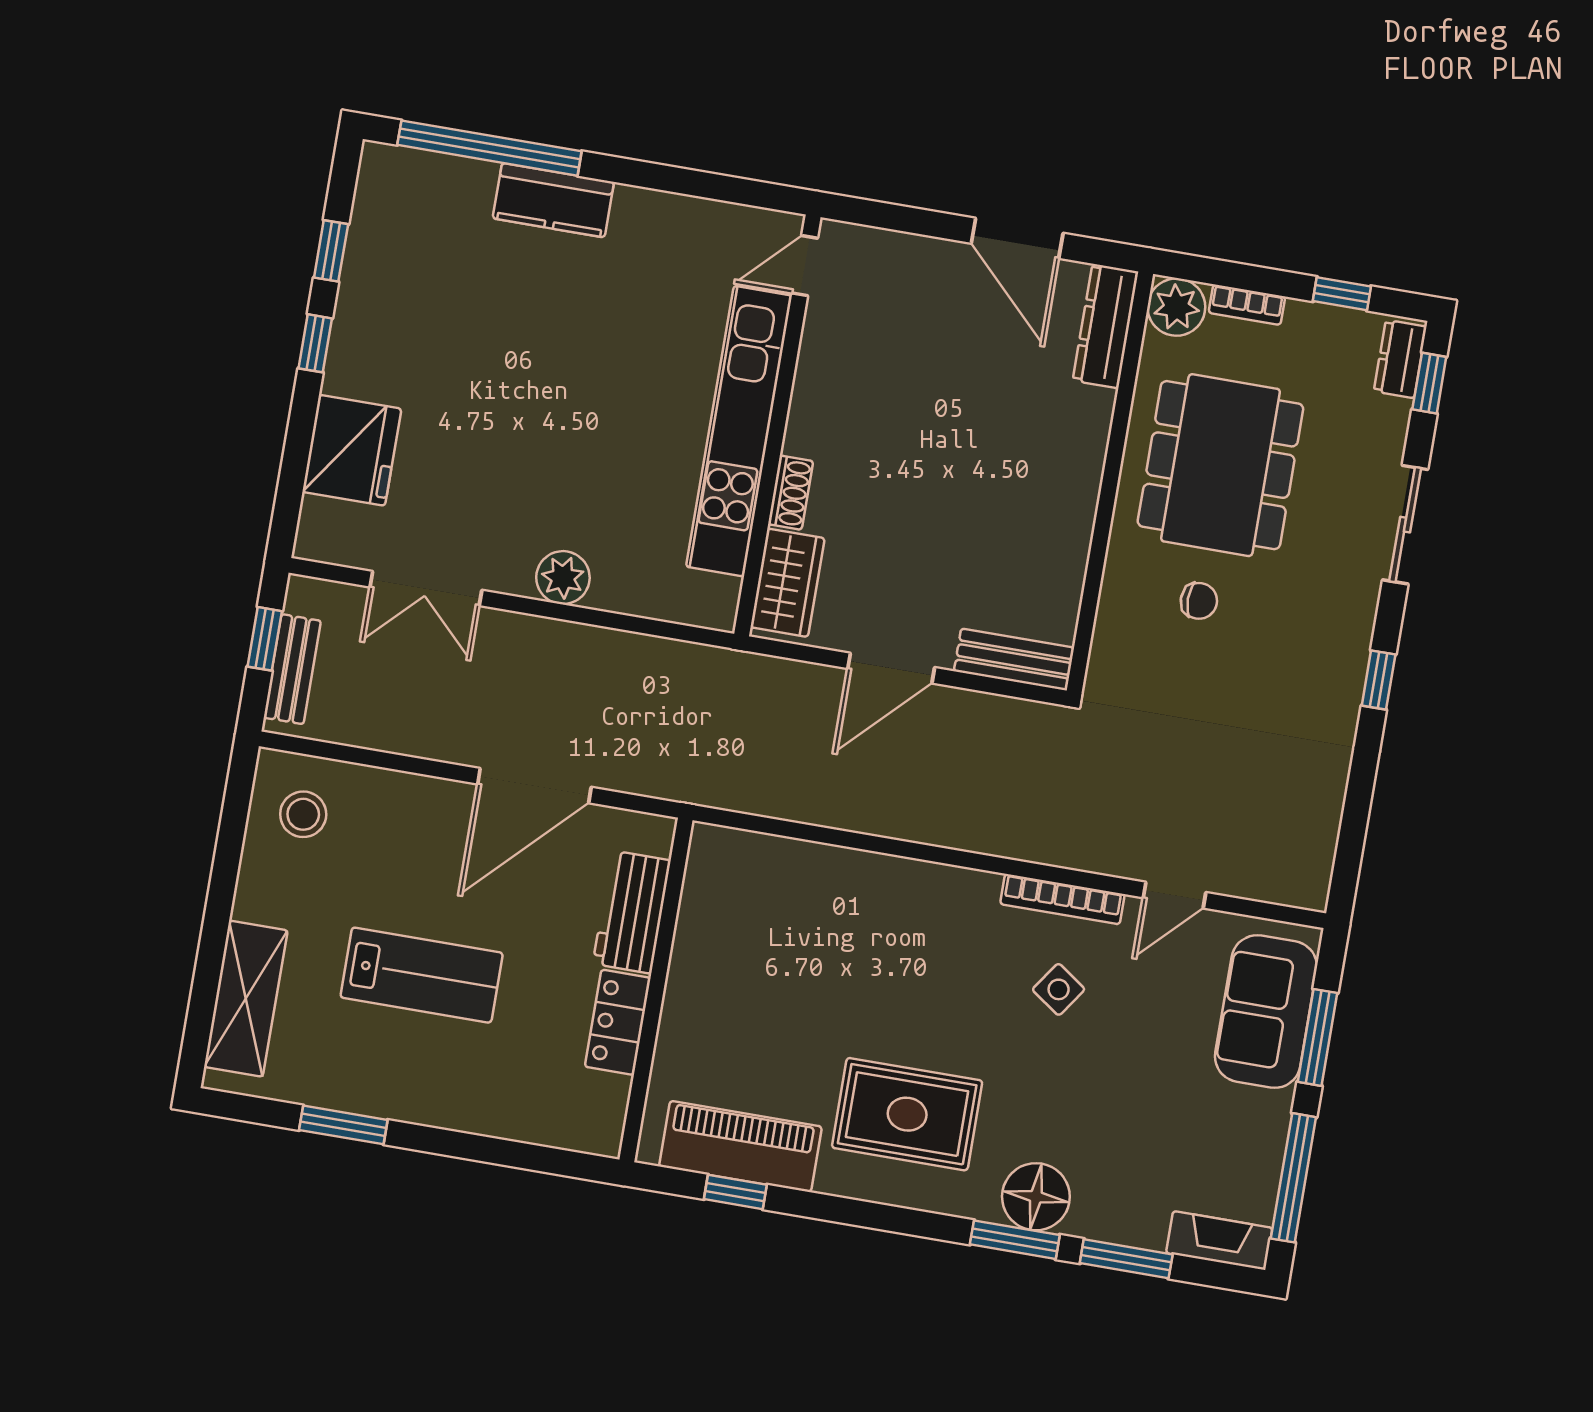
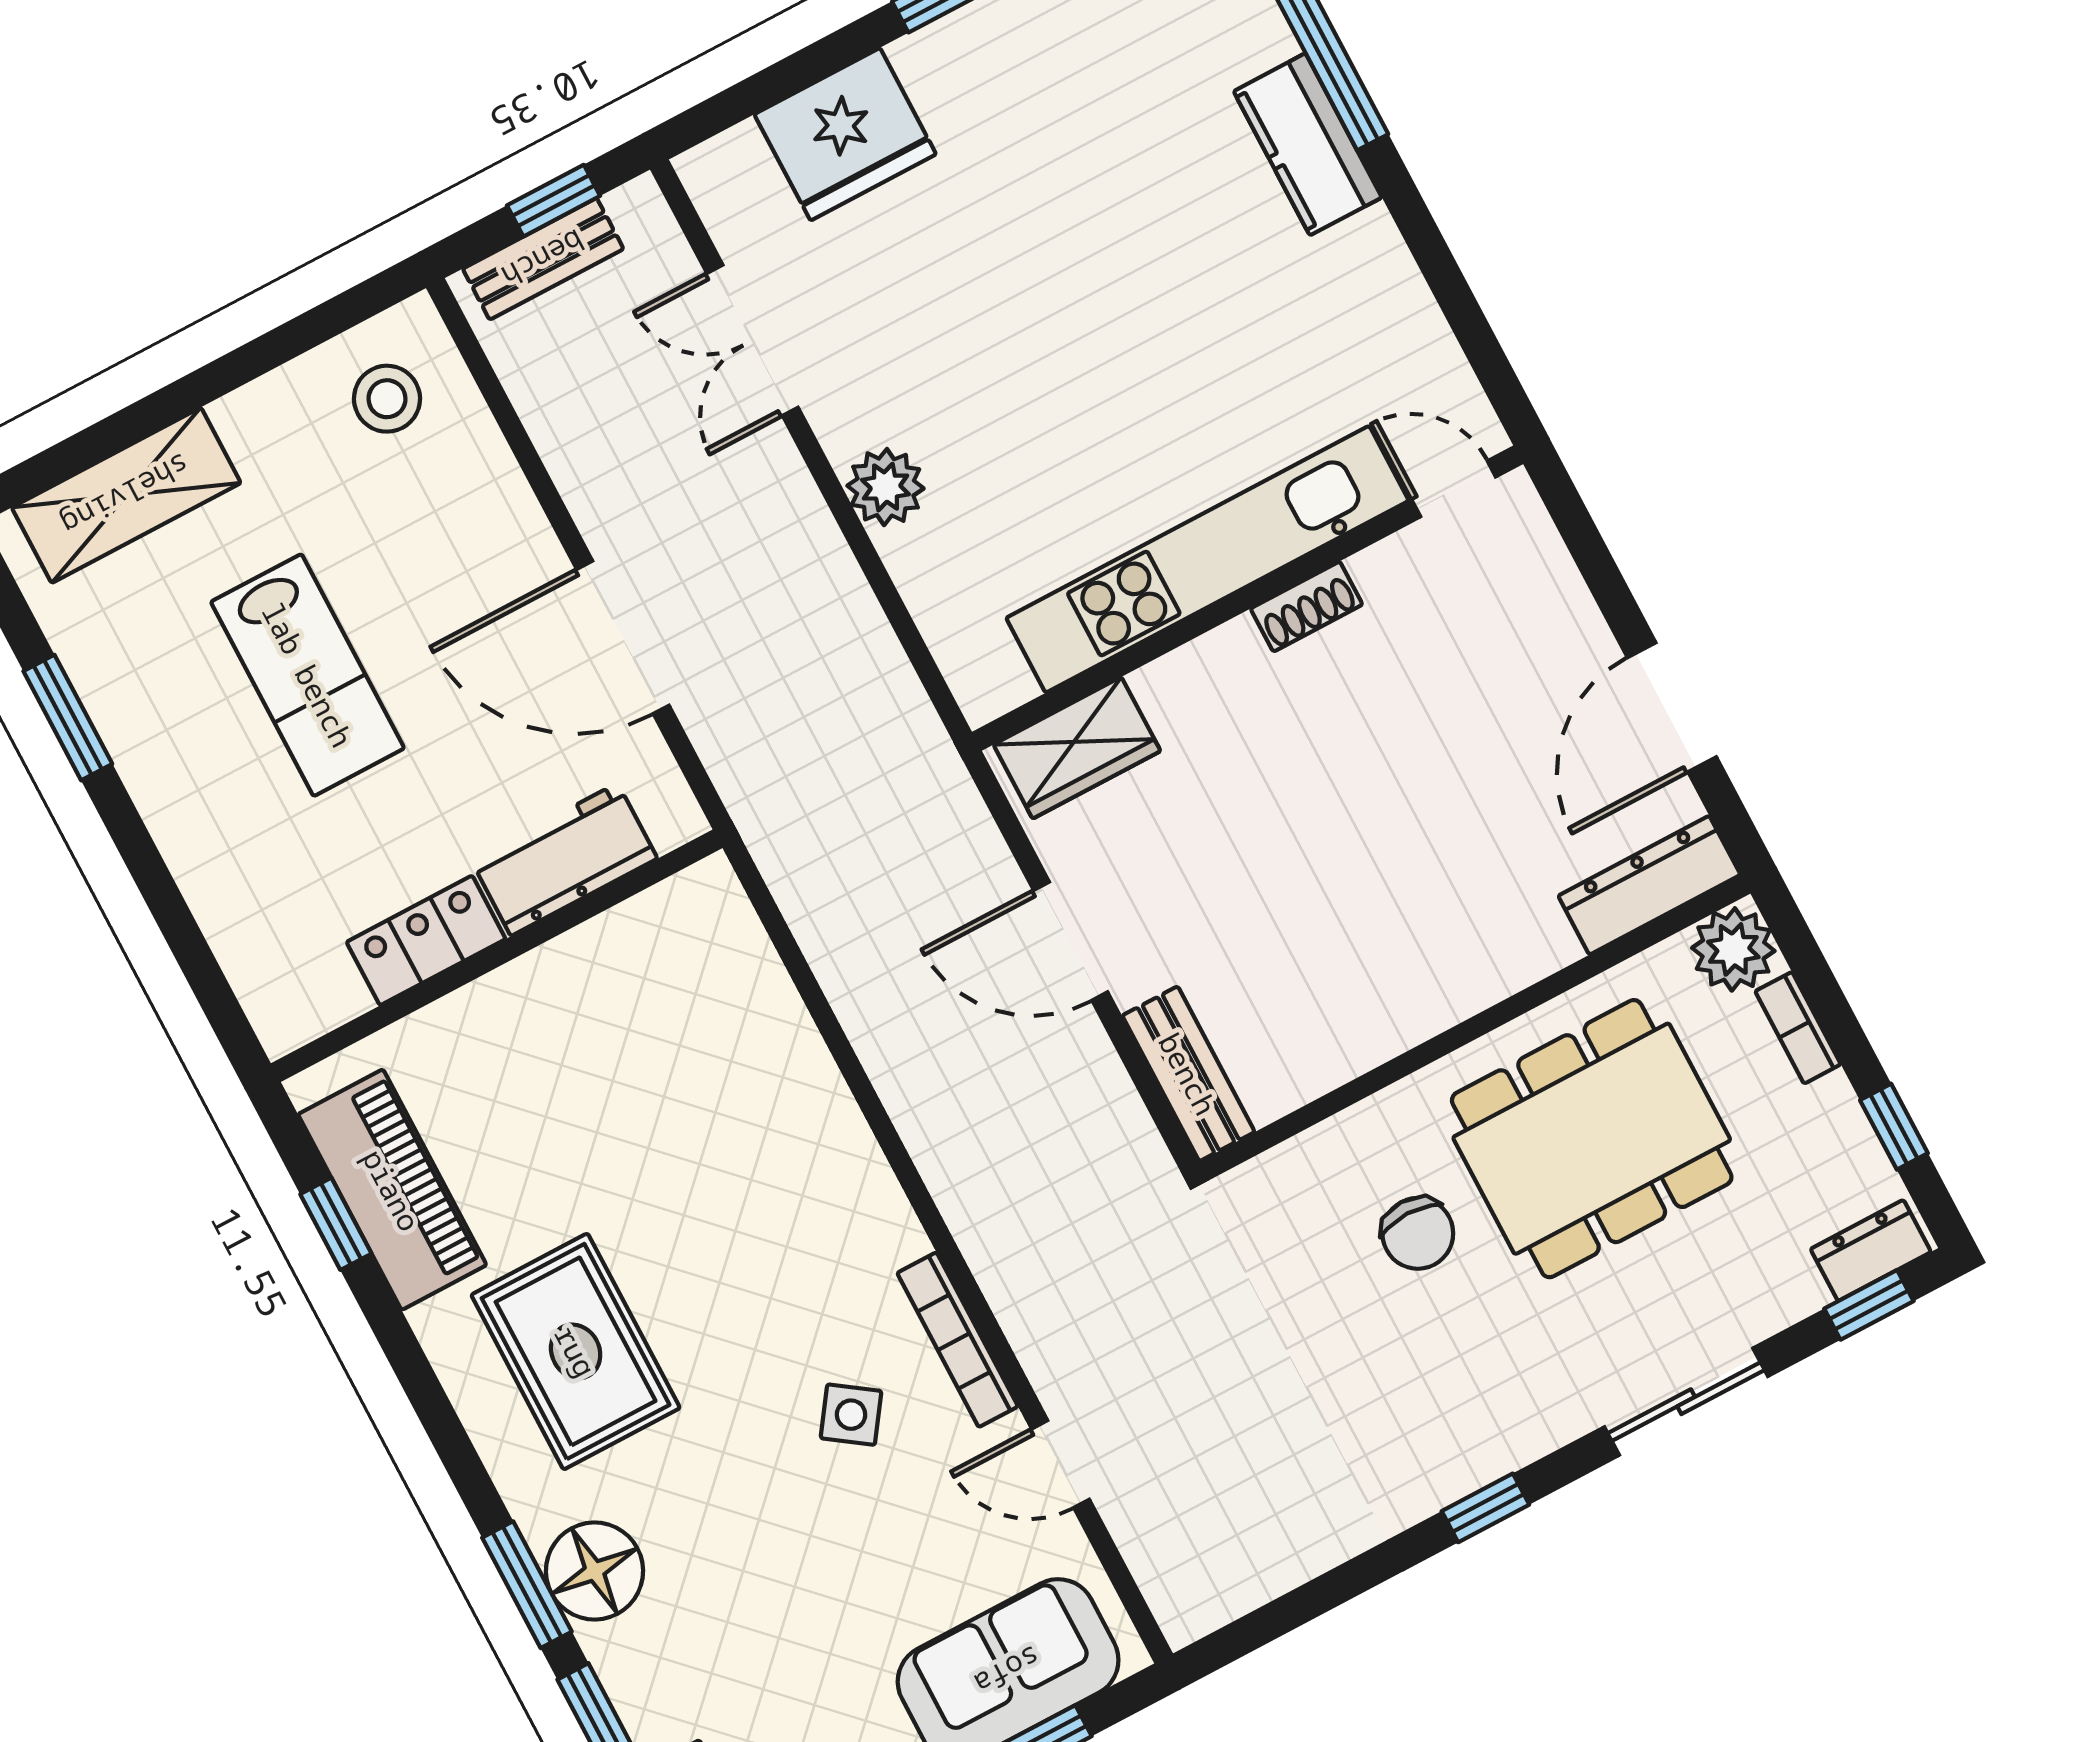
shoe rack: (791, 493) -> (1307, 607), moved
chair: (1199, 601) -> (1418, 1233), width x1.37, depth x1.37

